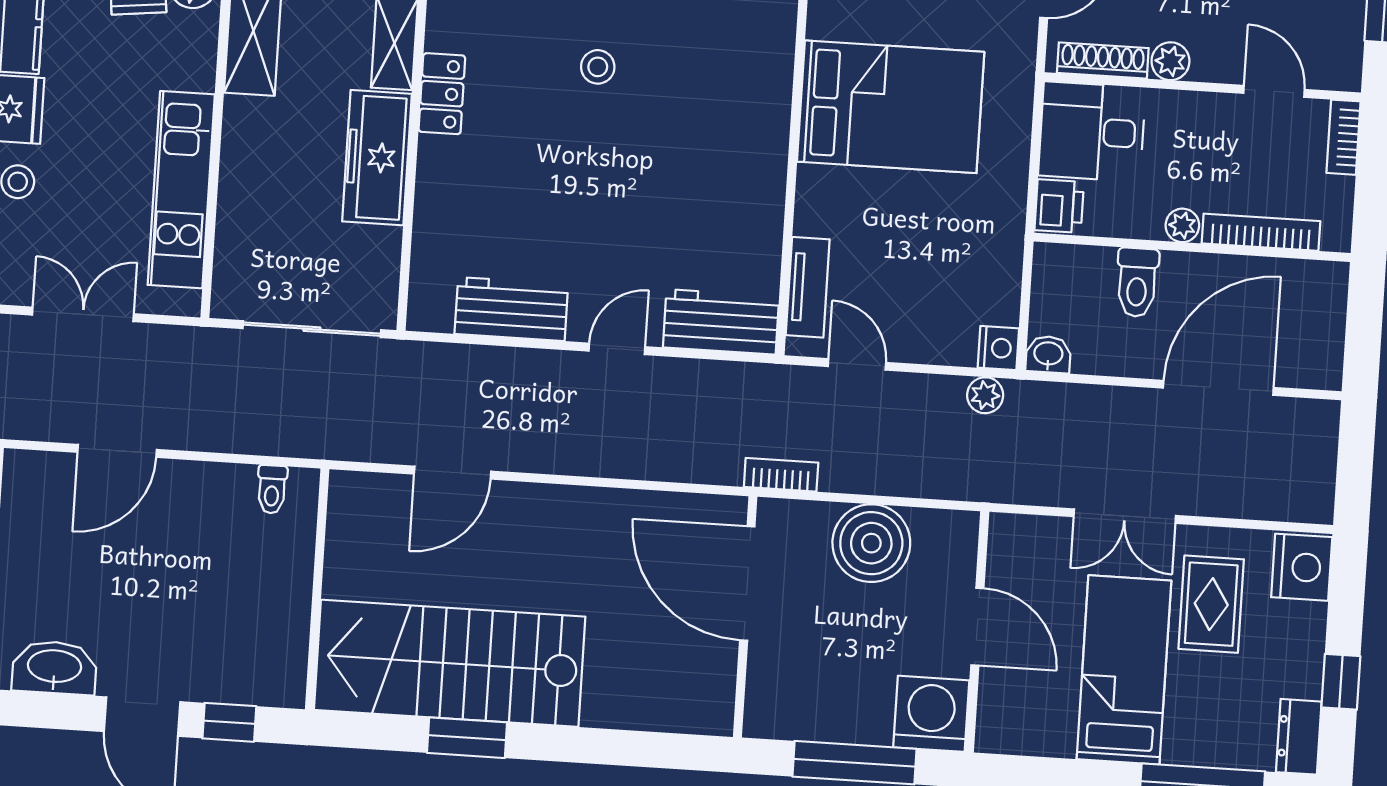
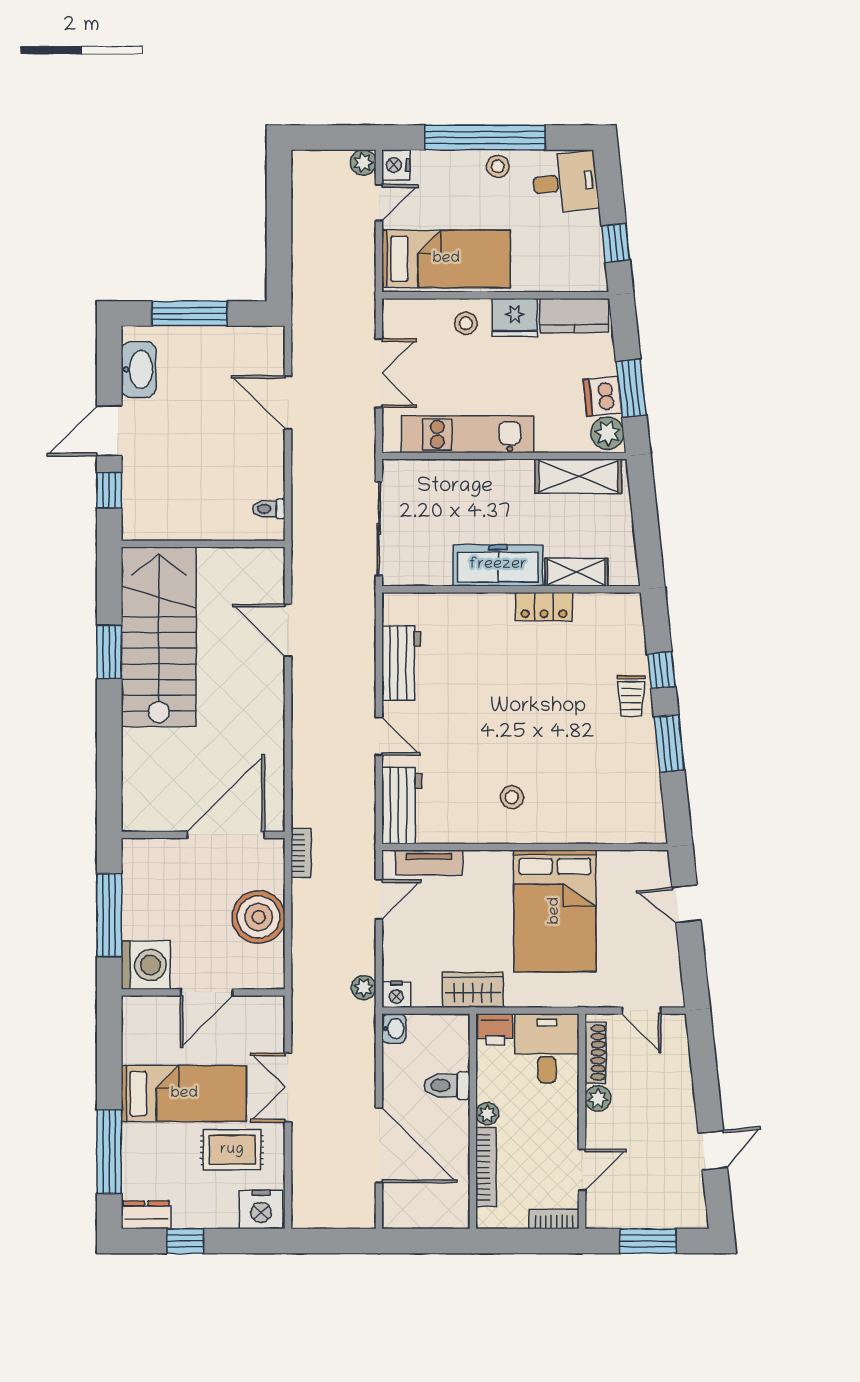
stool: (598, 67) -> (512, 797), moved
wardrobe: (999, 235) -> (473, 990), added

